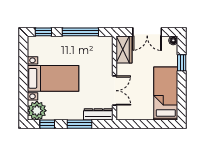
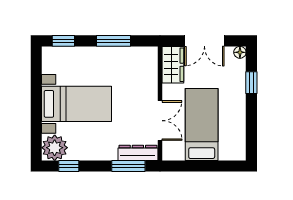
window: (80, 32) -> (114, 41), width x0.69
bed: (166, 94) -> (202, 125), moved
window: (79, 124) -> (128, 166), moved

